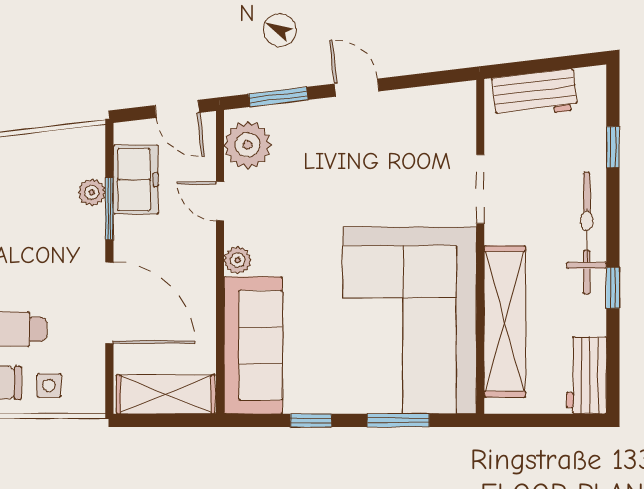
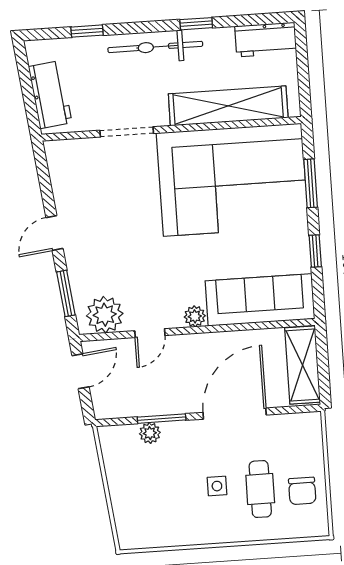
freezer: (136, 180) -> (138, 400), removed
side table: (49, 385) -> (217, 486), moved

